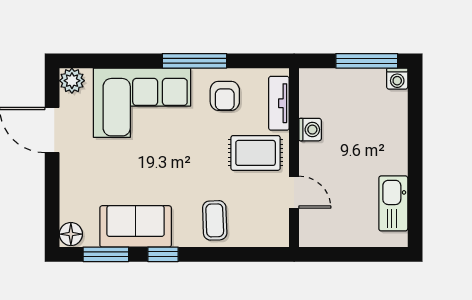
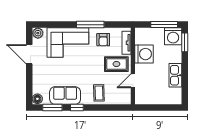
washing machine: (397, 79) -> (173, 36), width x1.89, depth x1.89
window: (415, 102) -> (185, 42), added
washing machine: (310, 130) -> (144, 54), width x1.89, depth x1.89
door: (294, 192) -> (133, 81), swing flipped
kitchen sink: (393, 203) -> (175, 75), moved

